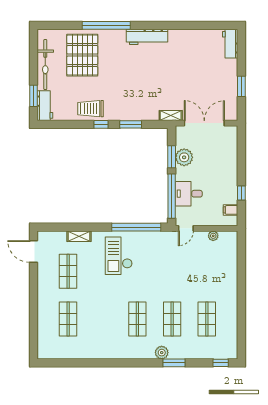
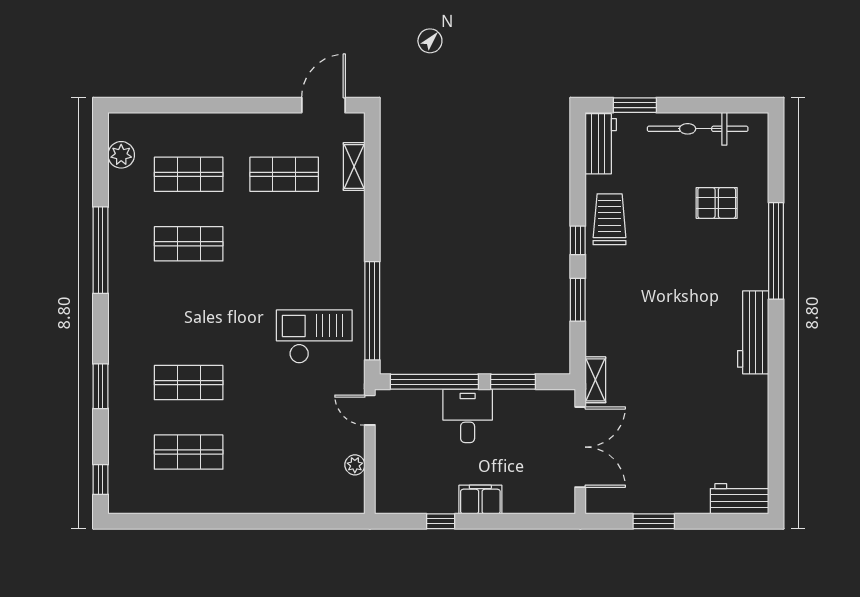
pallet: (82, 55) -> (717, 203), width x0.49, depth x0.50
workbench: (45, 106) -> (601, 144), moved, turned -90
plant: (184, 157) -> (512, 407), removed
desk: (189, 194) -> (468, 416), moved
filing cabinet: (231, 210) -> (480, 500), moved, width x2.00
shelving: (79, 236) -> (354, 167), moved
checkout: (119, 256) -> (314, 337), moved
shop shelf: (137, 319) -> (189, 244), moved
plant: (162, 353) -> (121, 155), moved
window: (106, 363) -> (101, 250), added

